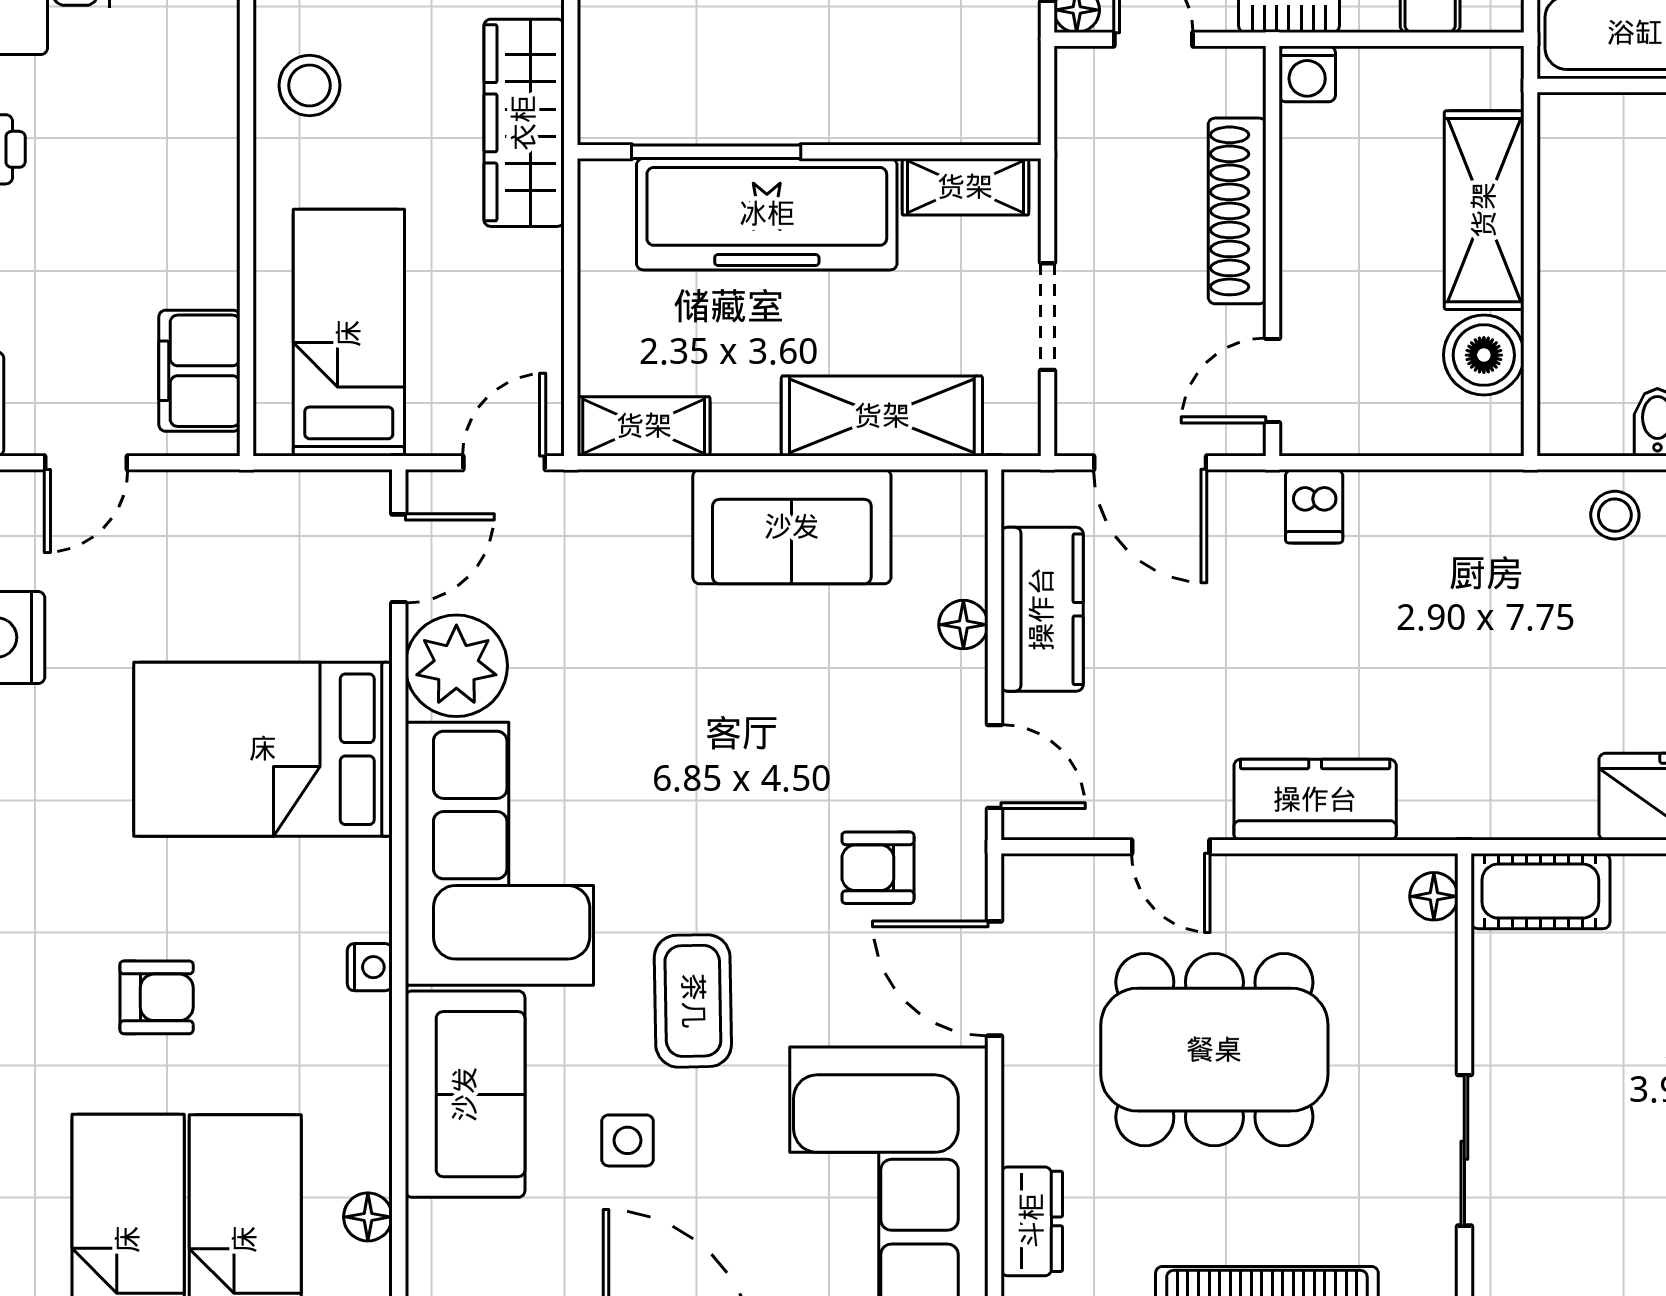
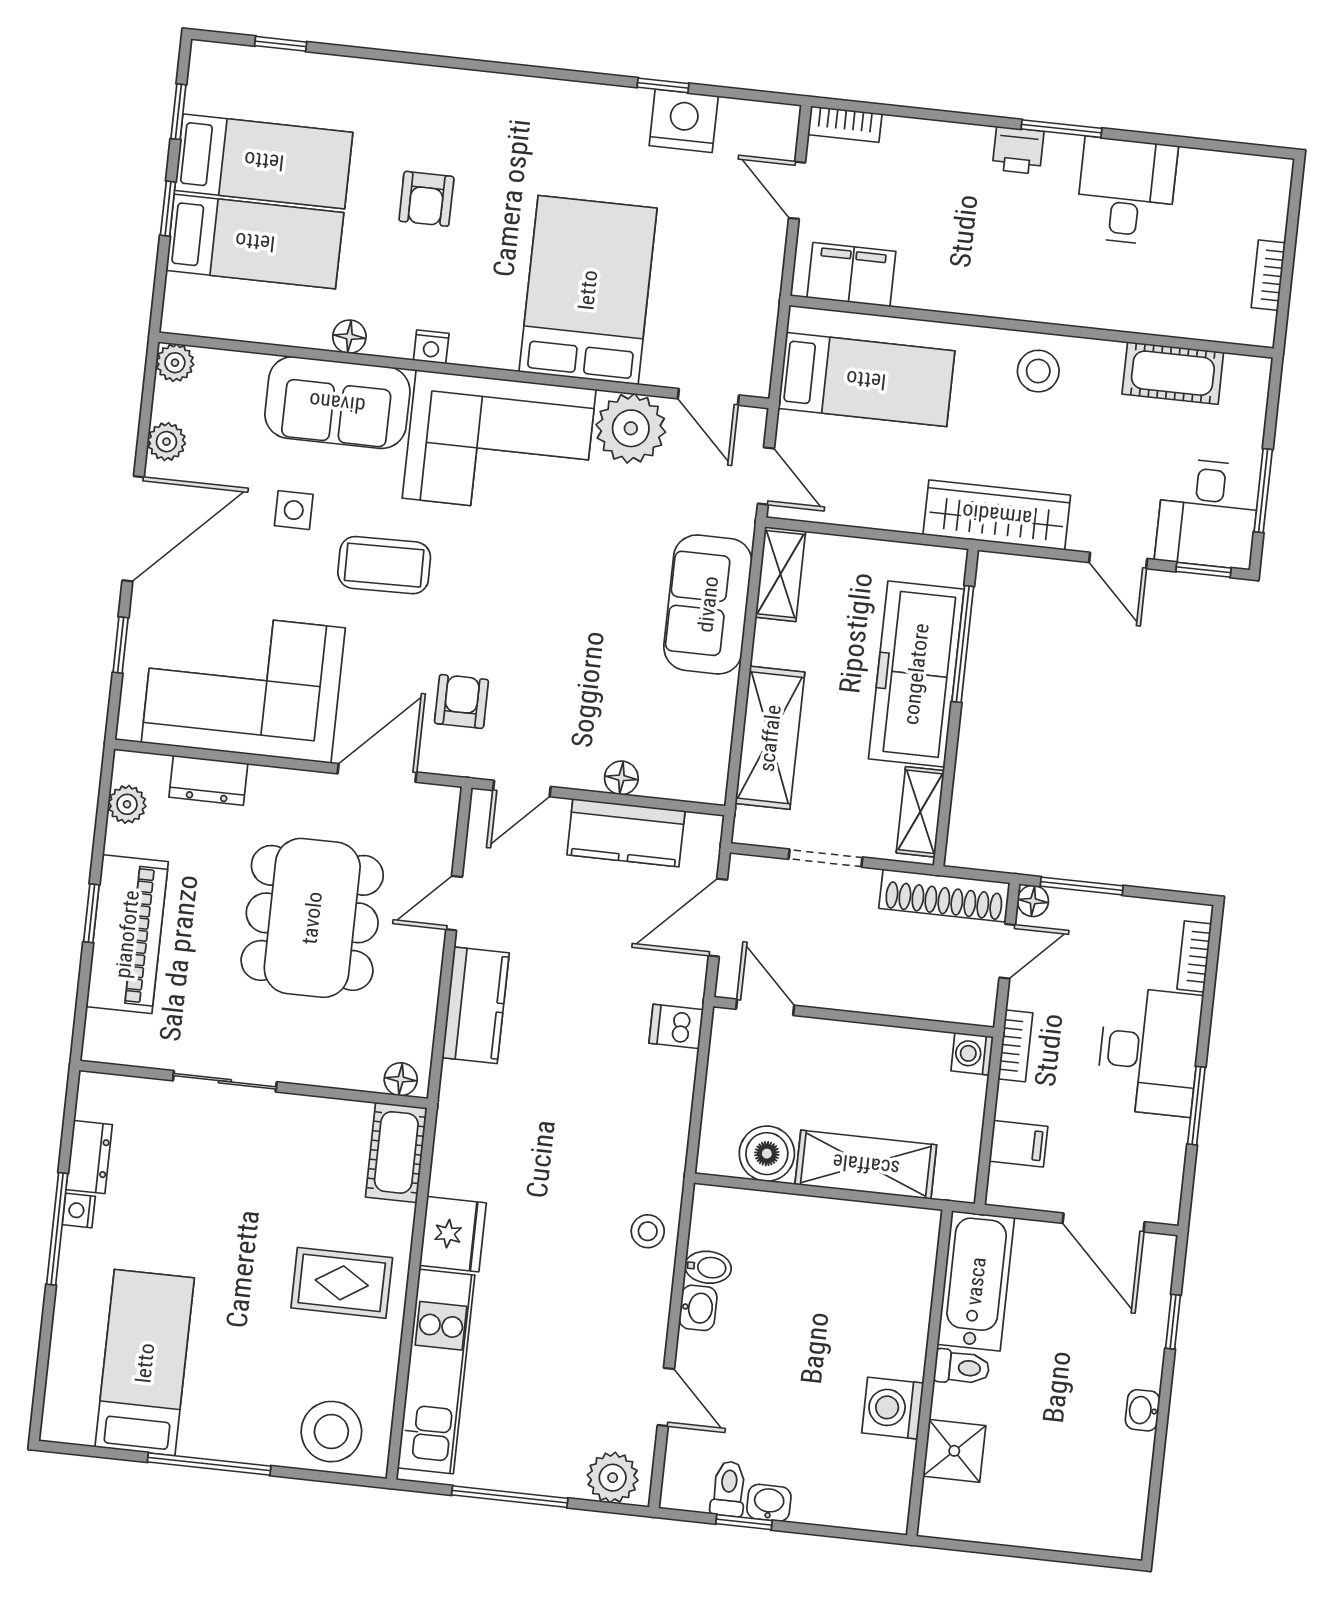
shoe rack: (1237, 211) -> (944, 896), moved, turned 180
sofa: (792, 527) -> (708, 604), moved
floor lamp: (368, 1217) -> (349, 337), moved

